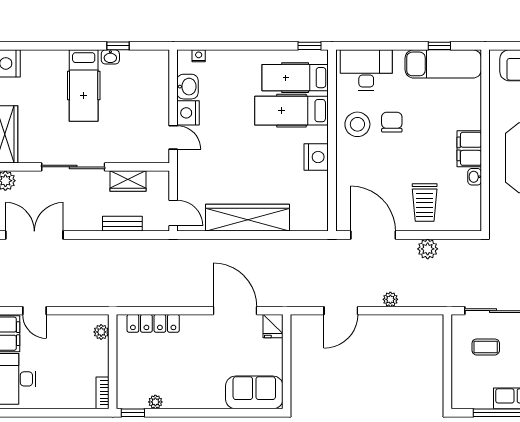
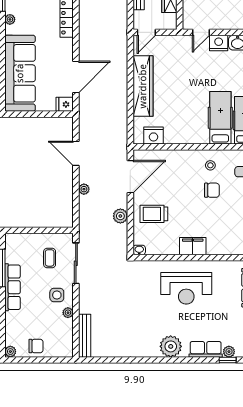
stool: (357, 124) -> (210, 165), width x0.53, depth x0.53
nightstand: (316, 157) -> (154, 136), moved
washbasin: (475, 177) -> (139, 250), moved
sofa: (254, 392) -> (20, 73), width x1.85, depth x1.27

